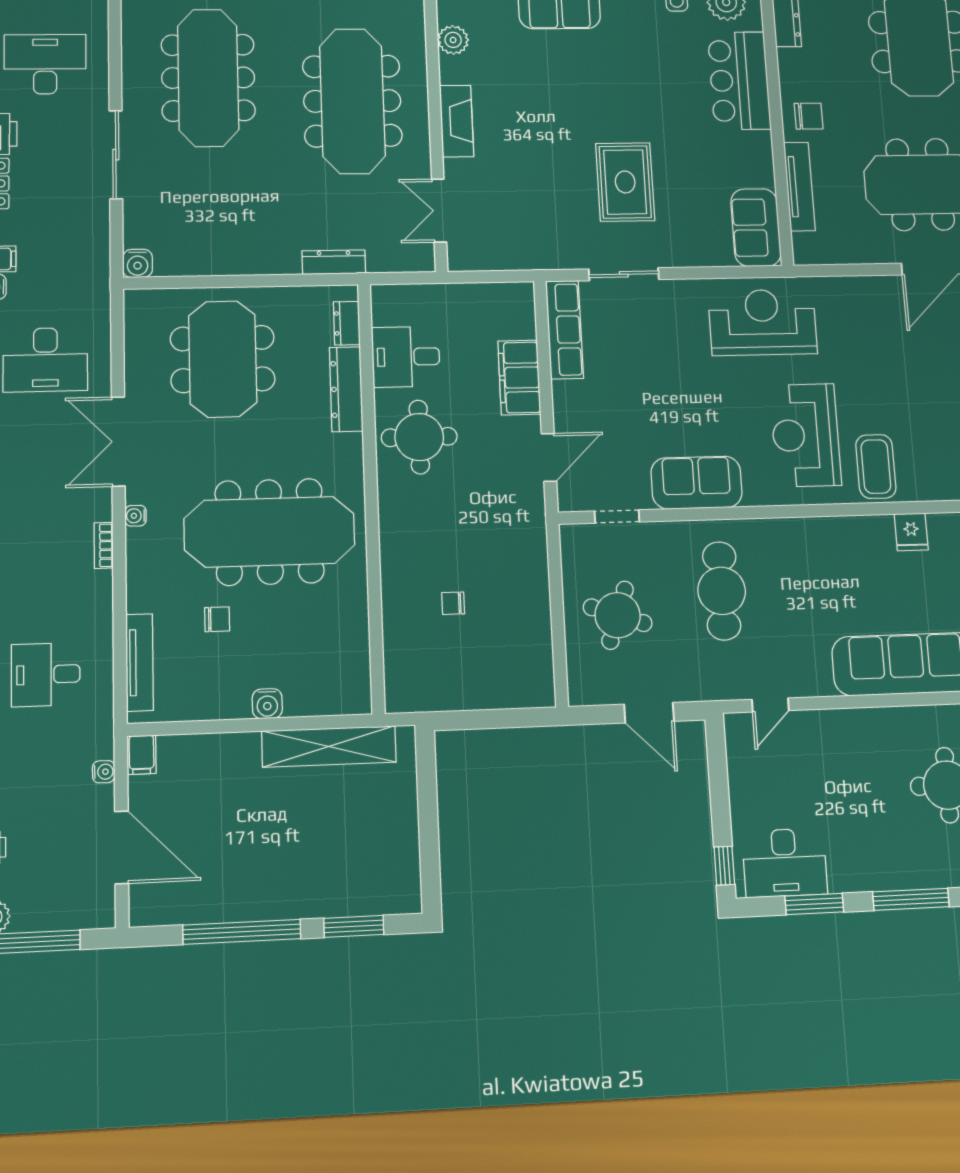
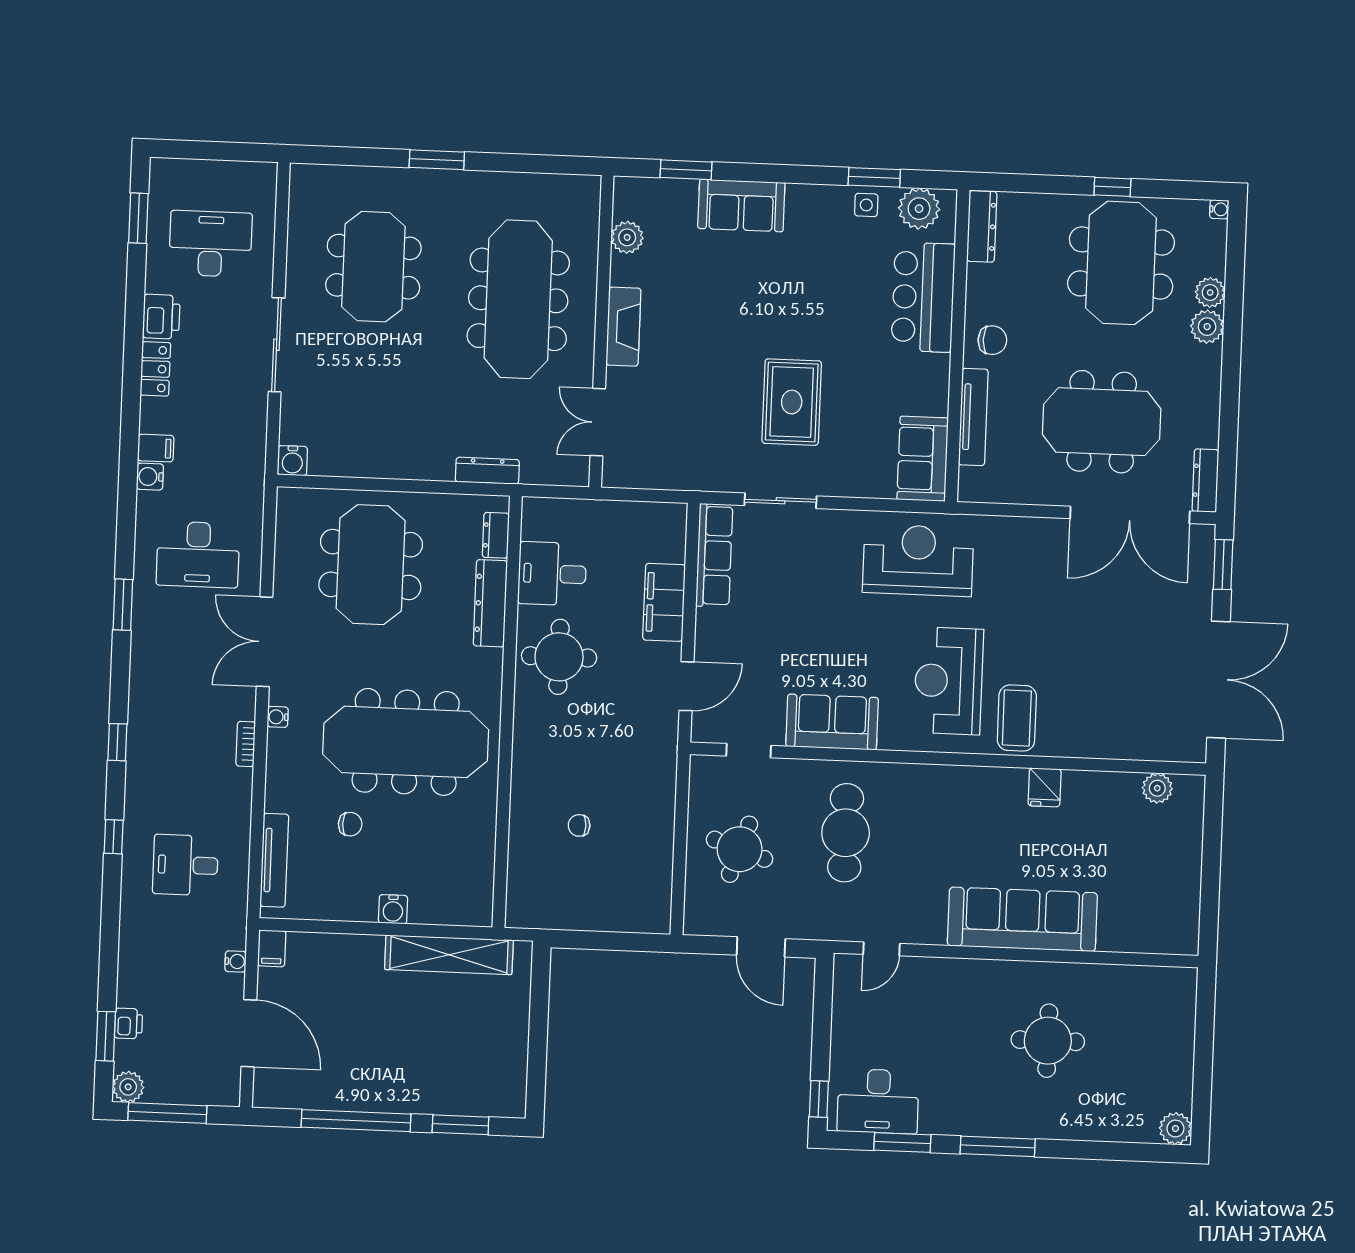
meeting table: (208, 78) -> (373, 267), width x0.73

